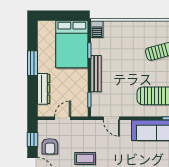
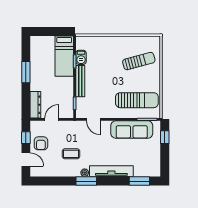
barbecue: (97, 29) -> (81, 57), moved
bed: (72, 44) -> (64, 56), width x0.67
dresser: (44, 89) -> (35, 105), moved

